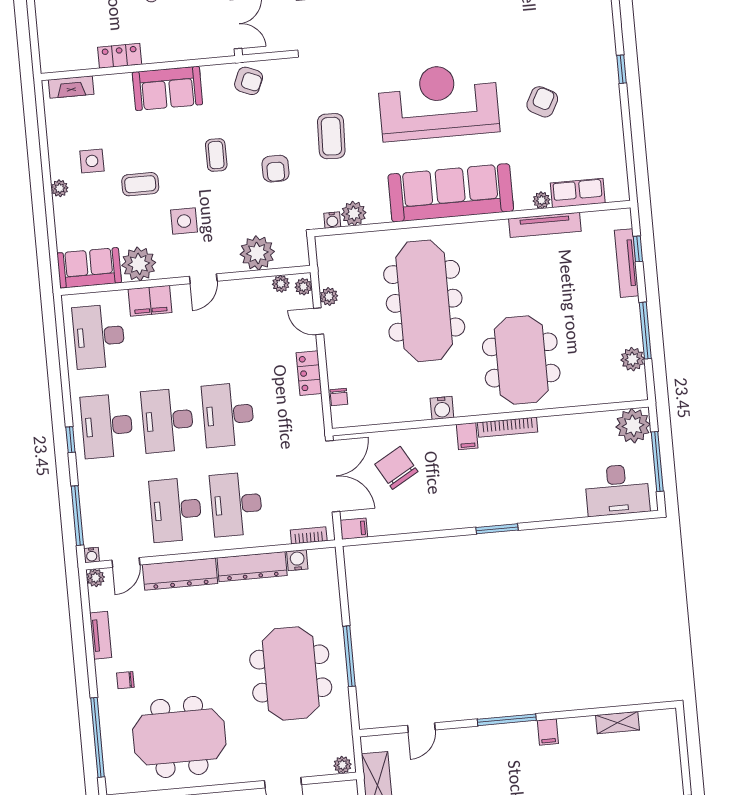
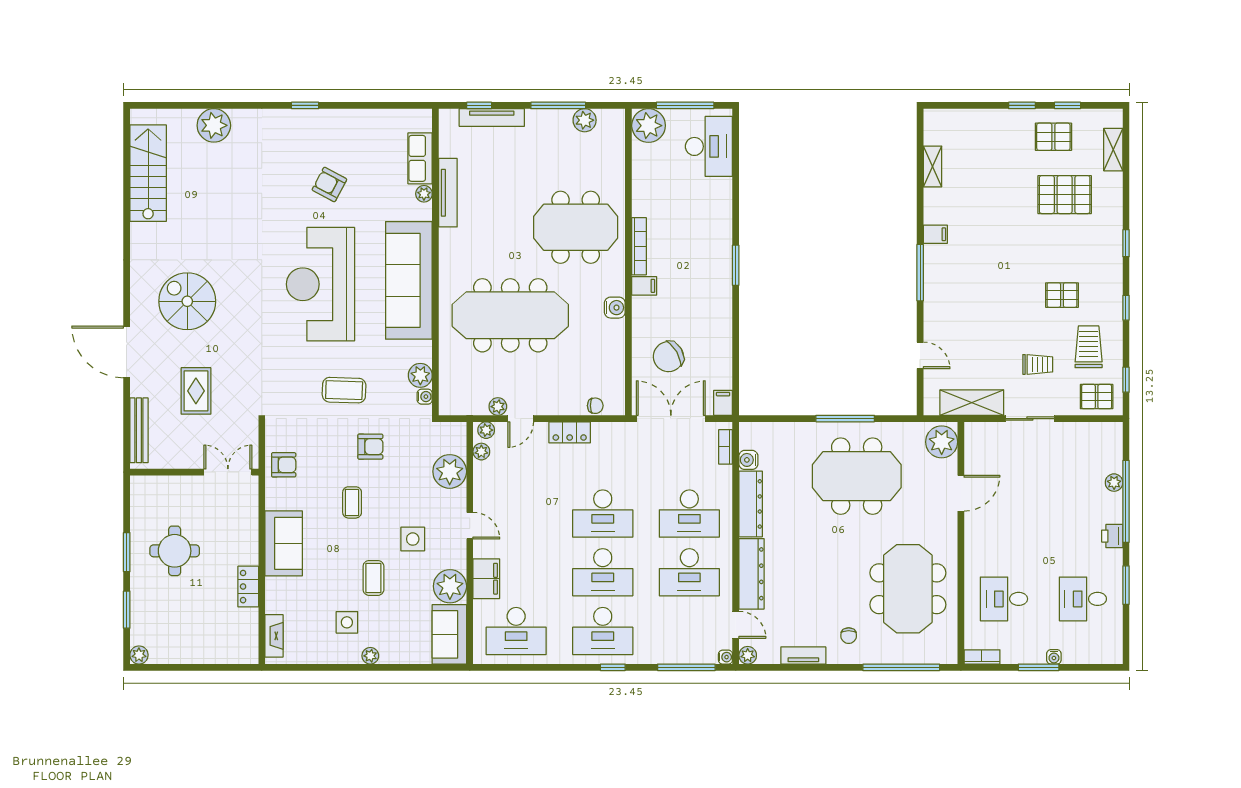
armchair: (249, 81) -> (284, 465), turned 67
coffee table: (216, 155) -> (352, 502), turned 90
plant: (343, 765) -> (942, 442), width x1.87, depth x1.87

